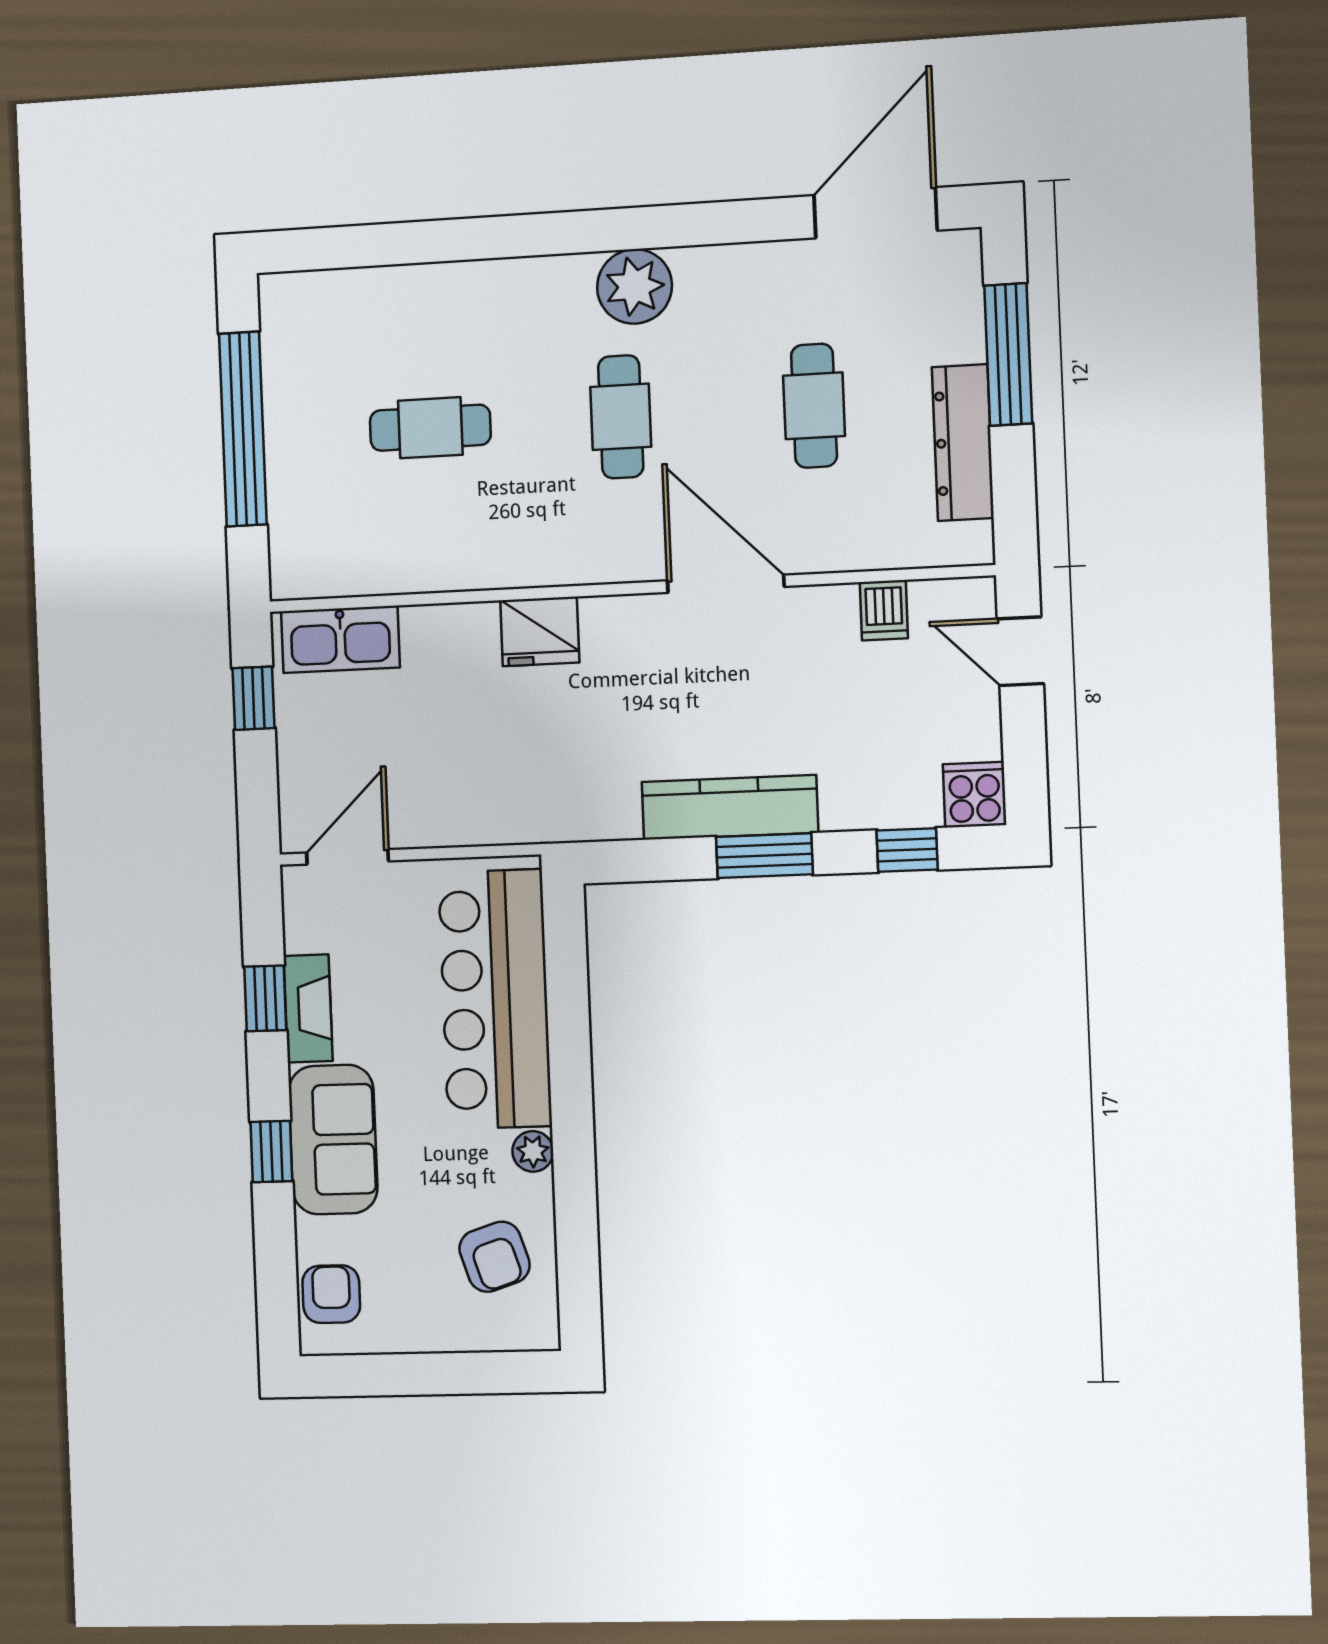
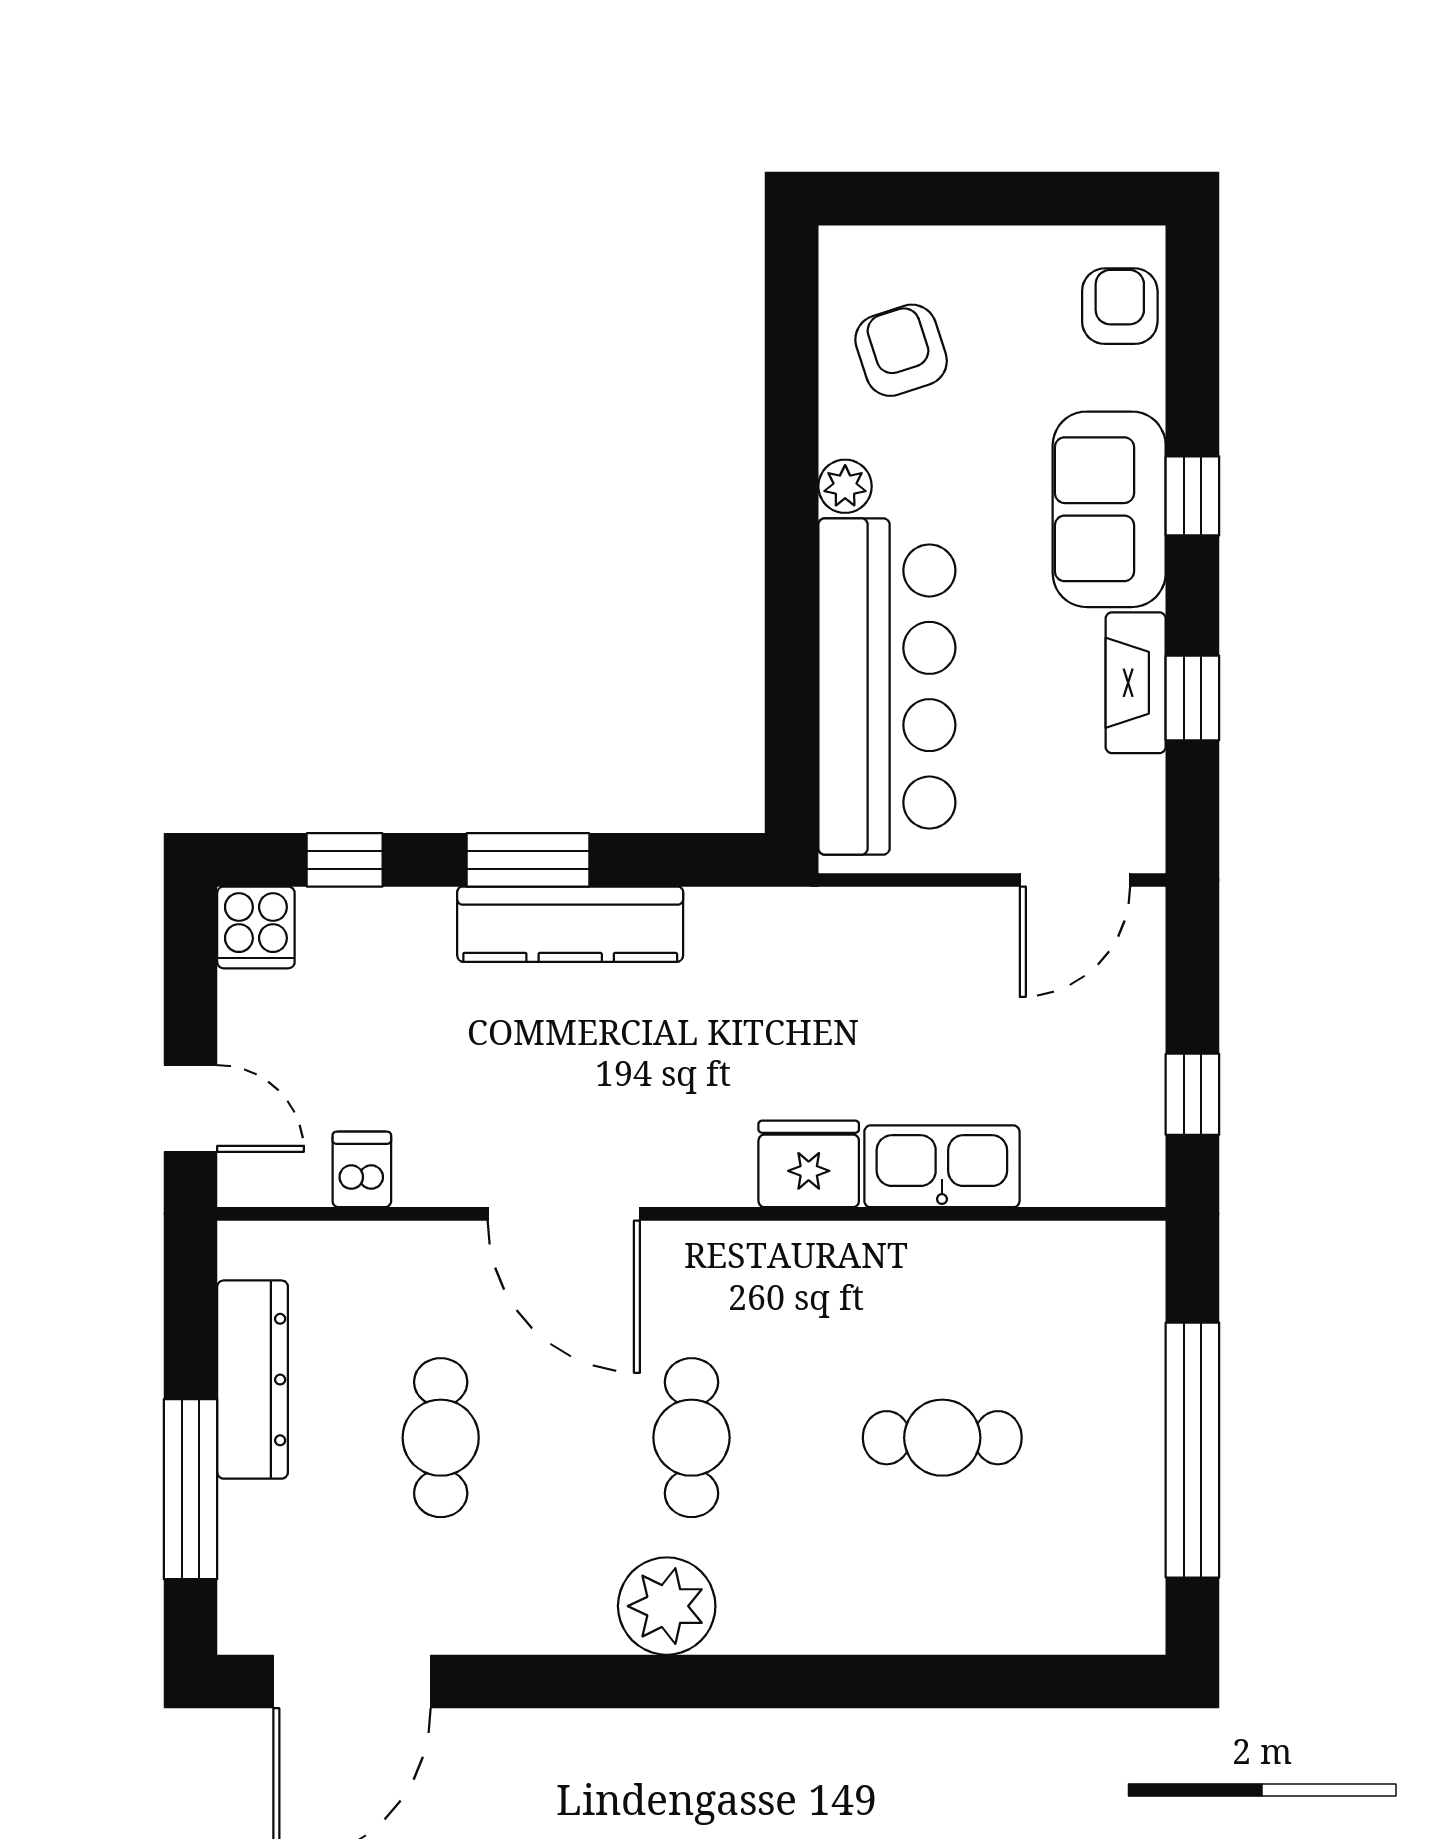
kitchen sink: (340, 639) -> (942, 1166), moved
armchair: (331, 1294) -> (1120, 306), turned 180

